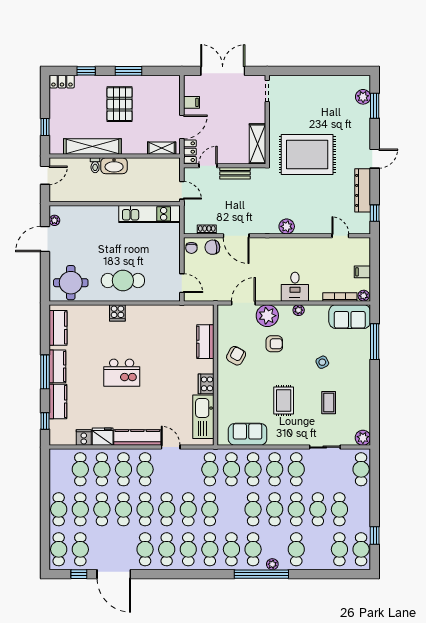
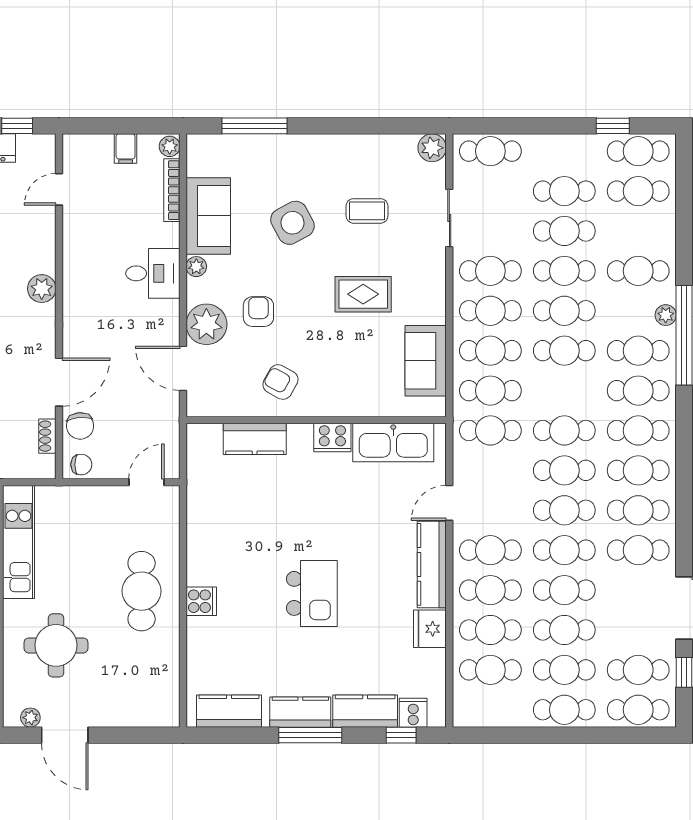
round table: (71, 283) -> (56, 645), moved
sofa: (350, 317) -> (208, 216), moved
side table: (322, 362) -> (292, 223), width x1.87, depth x1.87
cooker: (84, 438) -> (413, 713), moved, turned 90

